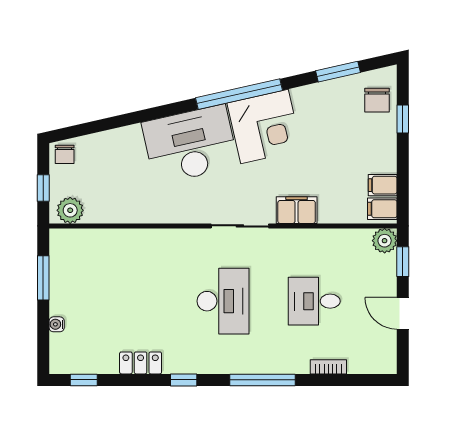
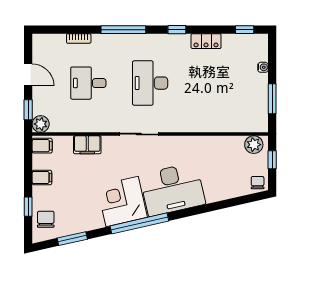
filing cabinet: (383, 185) -> (42, 178), moved
filing cabinet: (297, 210) -> (87, 145), moved
desk: (314, 301) -> (88, 83), turned 180

